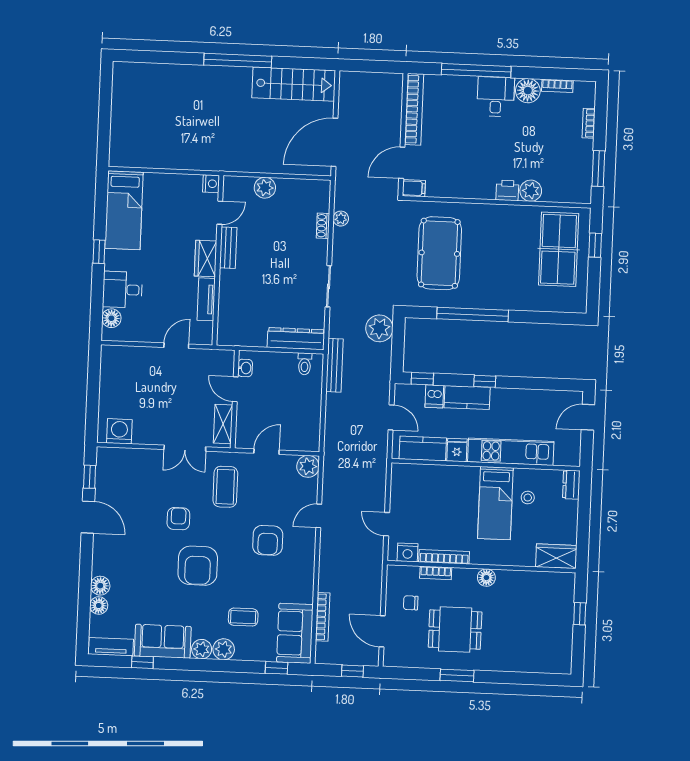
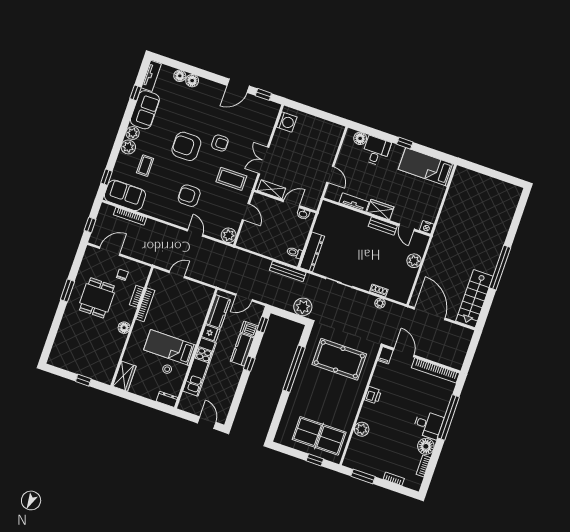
printer: (507, 190) -> (373, 395), moved
nightstand: (408, 552) -> (155, 282), removed

